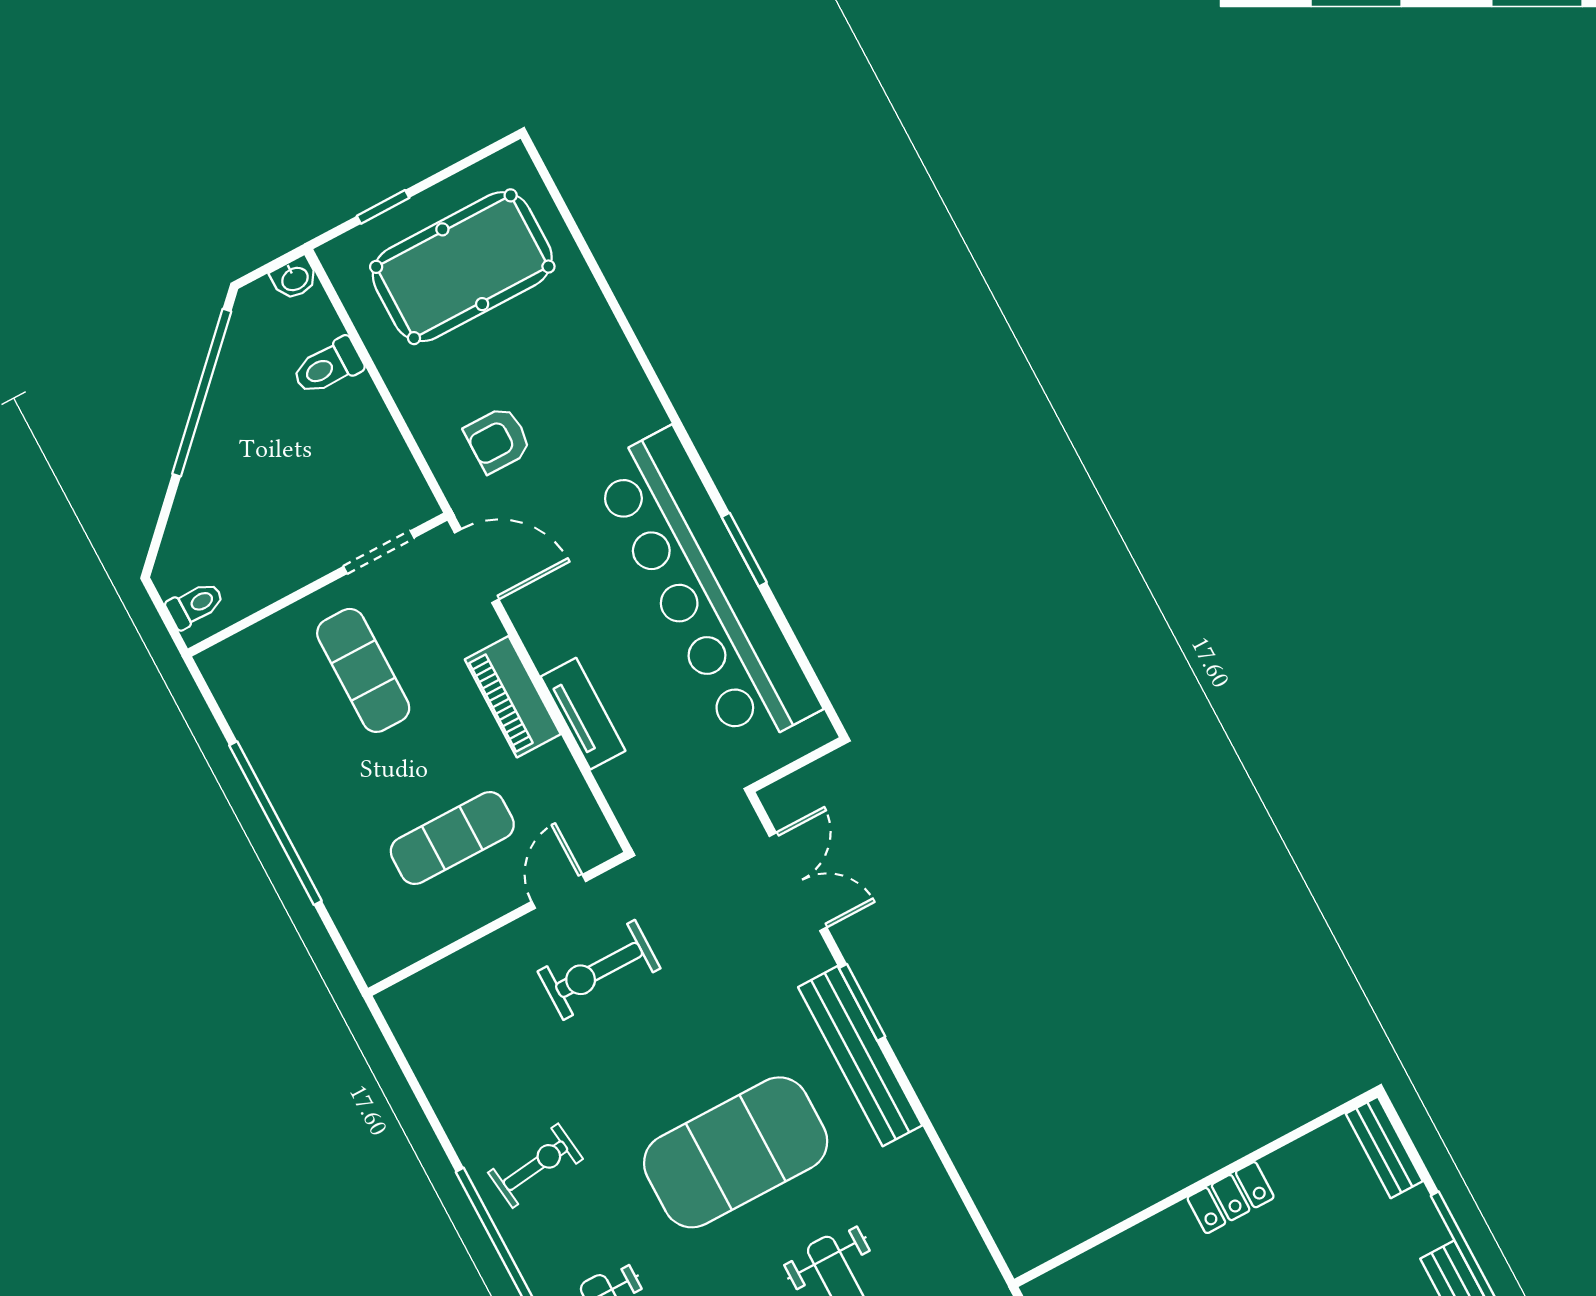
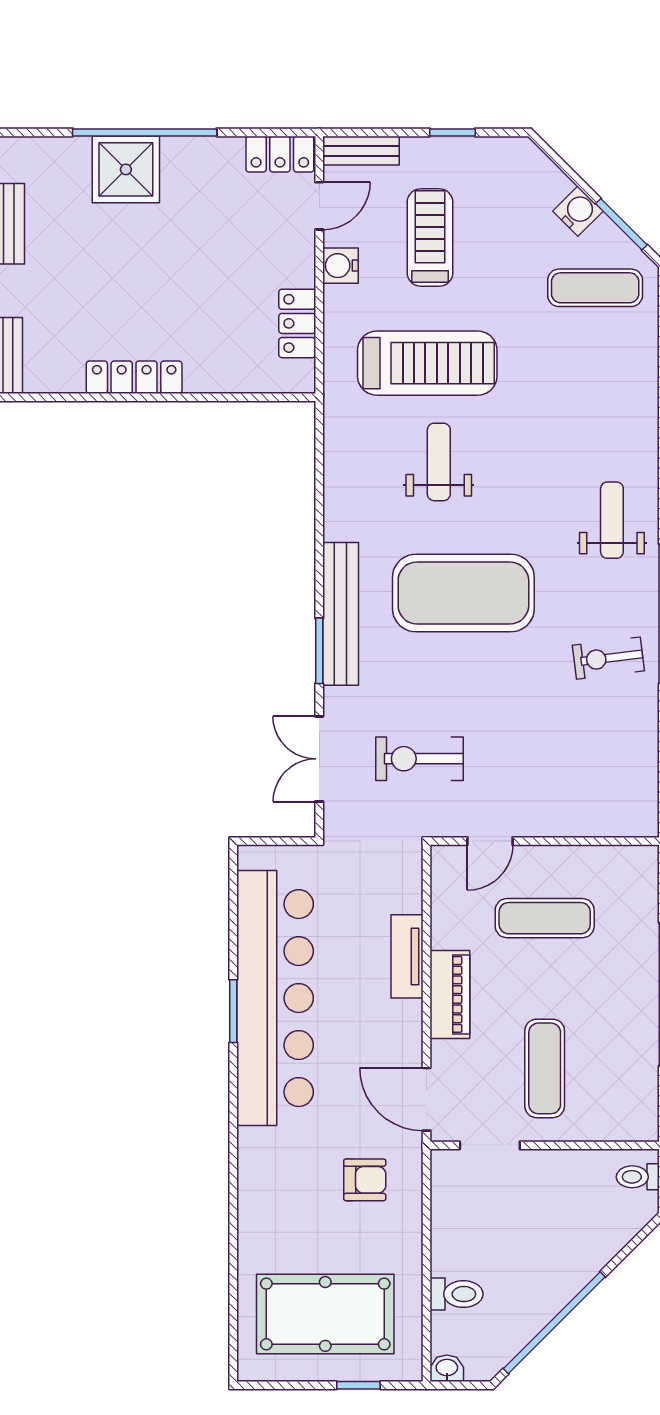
exercise bike: (599, 970) -> (419, 759), moved, turned 180
locker: (1231, 1198) -> (134, 377), width x1.53

